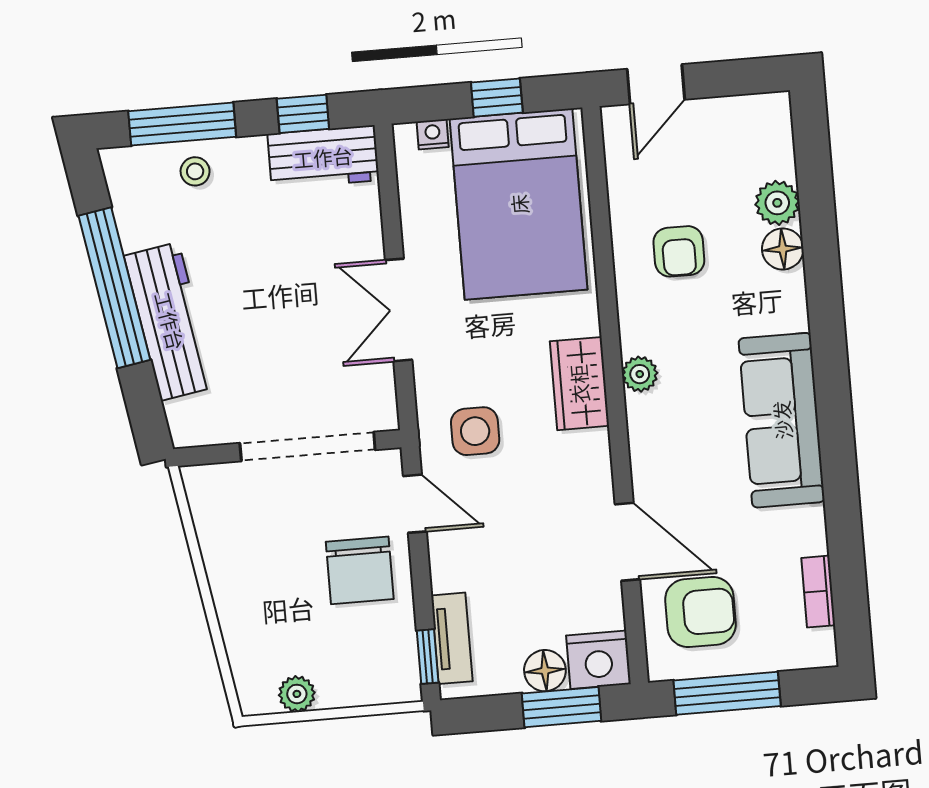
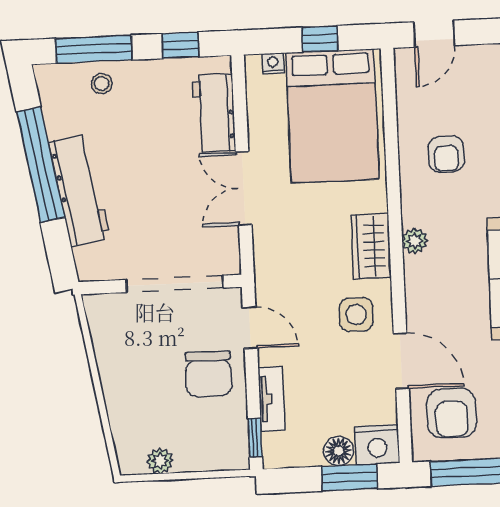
workbench: (323, 157) -> (214, 113), moved, turned 90
side table: (475, 431) -> (356, 315), moved
armchair: (700, 612) -> (452, 413), turned 90
tv unit: (452, 638) -> (272, 399), moved

